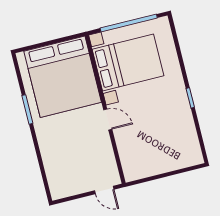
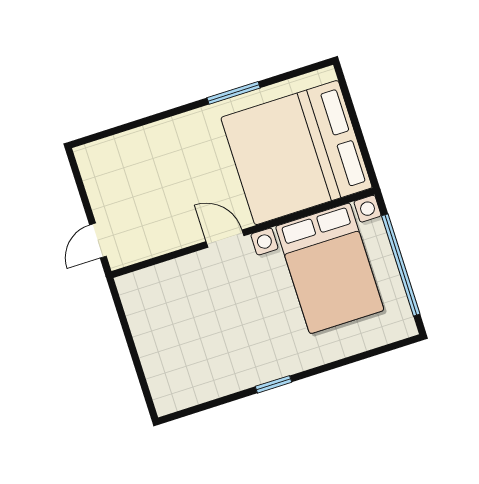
door: (108, 119) -> (225, 239), swing flipped

